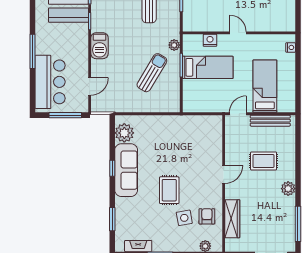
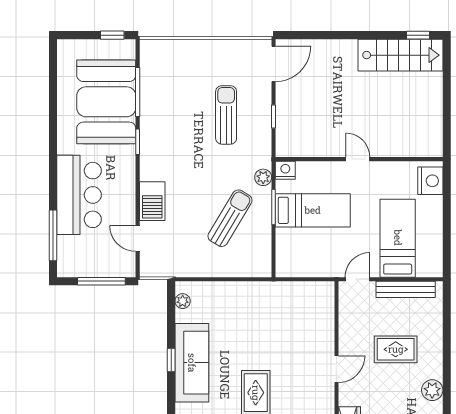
nightstand: (210, 40) -> (285, 170), moved
barbecue: (99, 46) -> (152, 201), moved
nightstand: (291, 47) -> (430, 181), width x1.89, depth x1.79
window: (33, 51) -> (53, 235), moved
bar counter: (50, 82) -> (79, 195), moved
door: (90, 86) -> (138, 239), swing flipped
plant: (124, 133) -> (183, 301), width x0.53, depth x0.53

